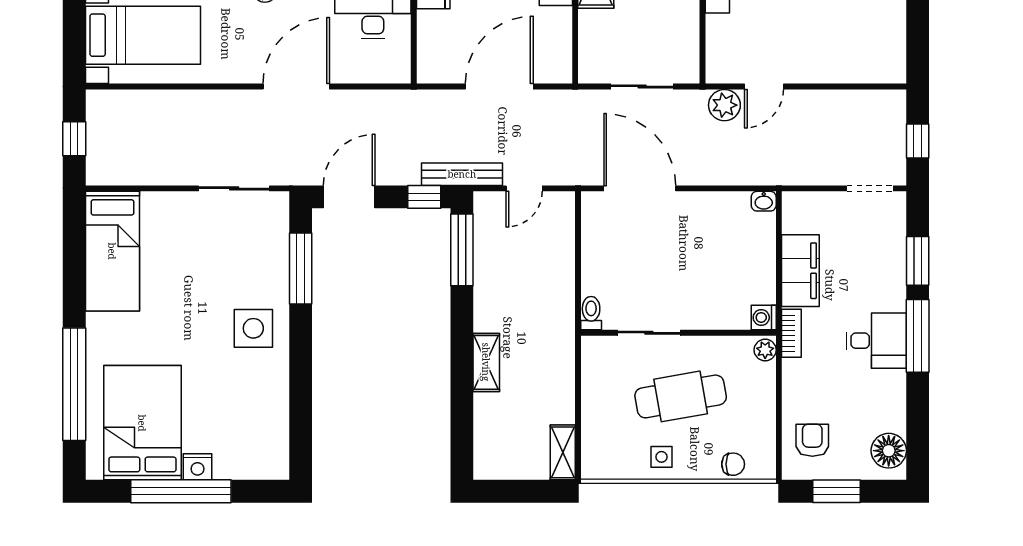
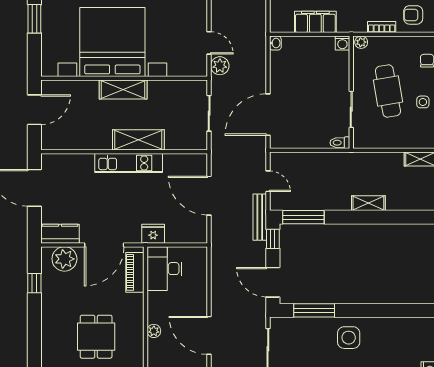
door: (296, 86) -> (209, 335), moved
bookcase: (791, 333) -> (382, 27), moved

